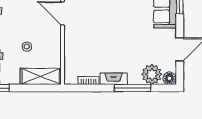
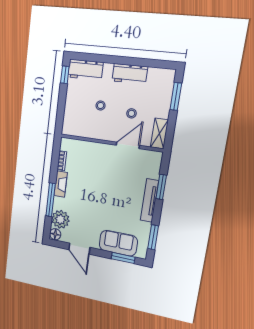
stool: (31, 14) -> (131, 113), added
shelving: (41, 76) -> (71, 116), removed

